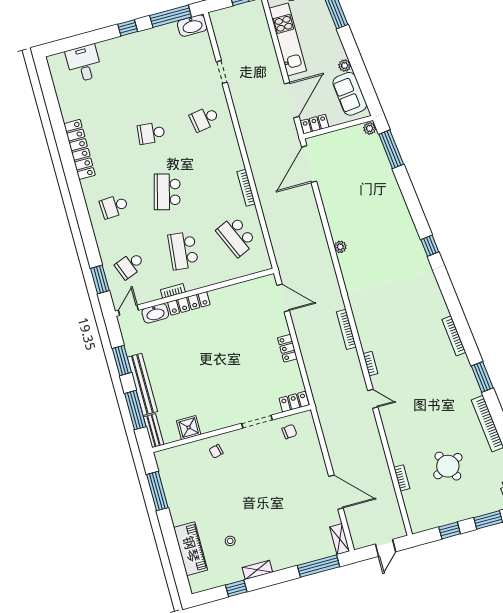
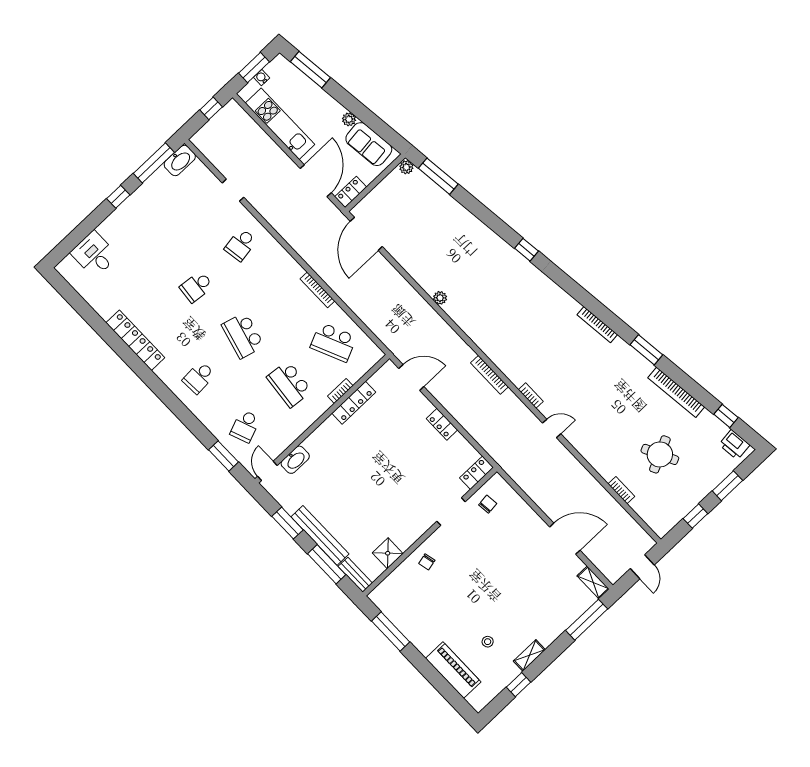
bookcase: (173, 291) -> (340, 391), moved
locker: (189, 303) -> (354, 403), moved

